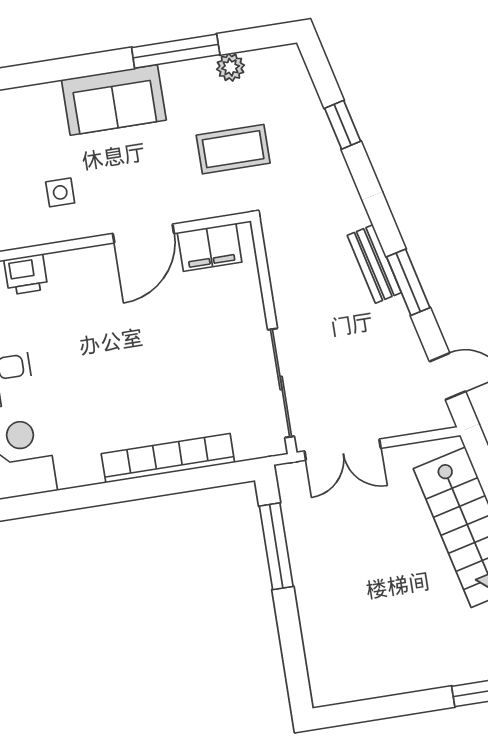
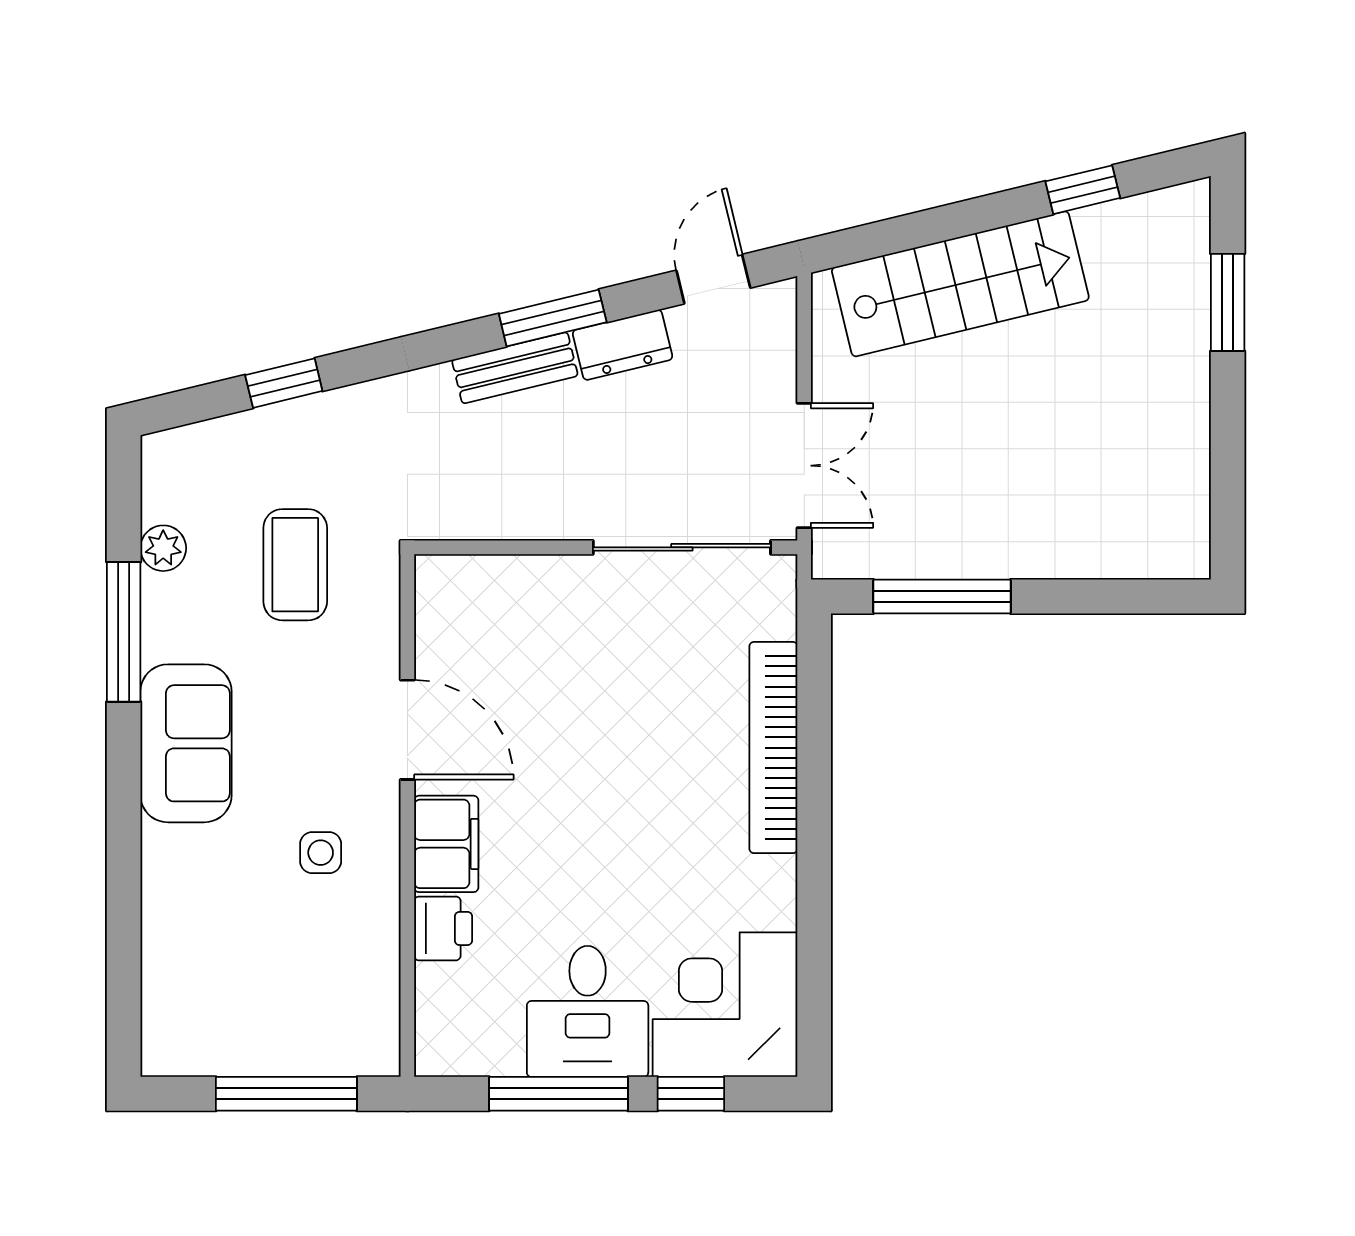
filing cabinet: (210, 247) -> (446, 844), moved
dresser: (399, 327) -> (623, 345), added

